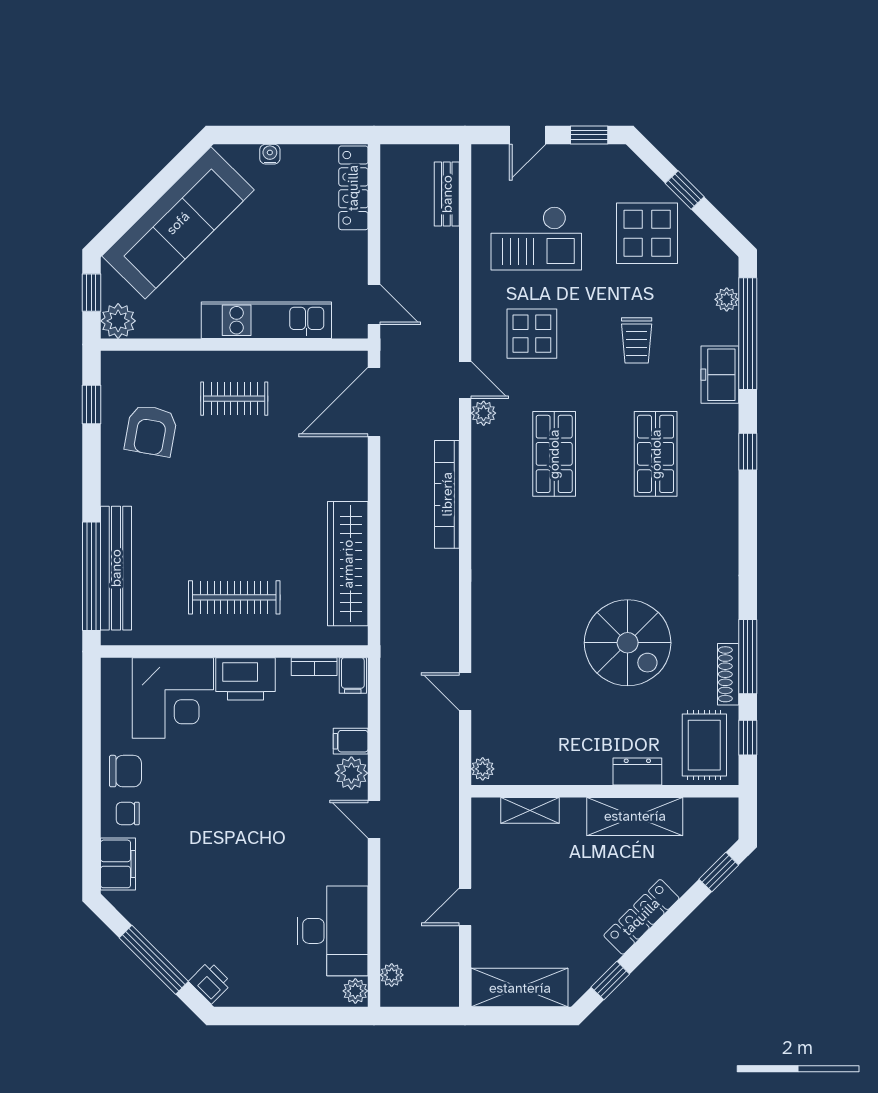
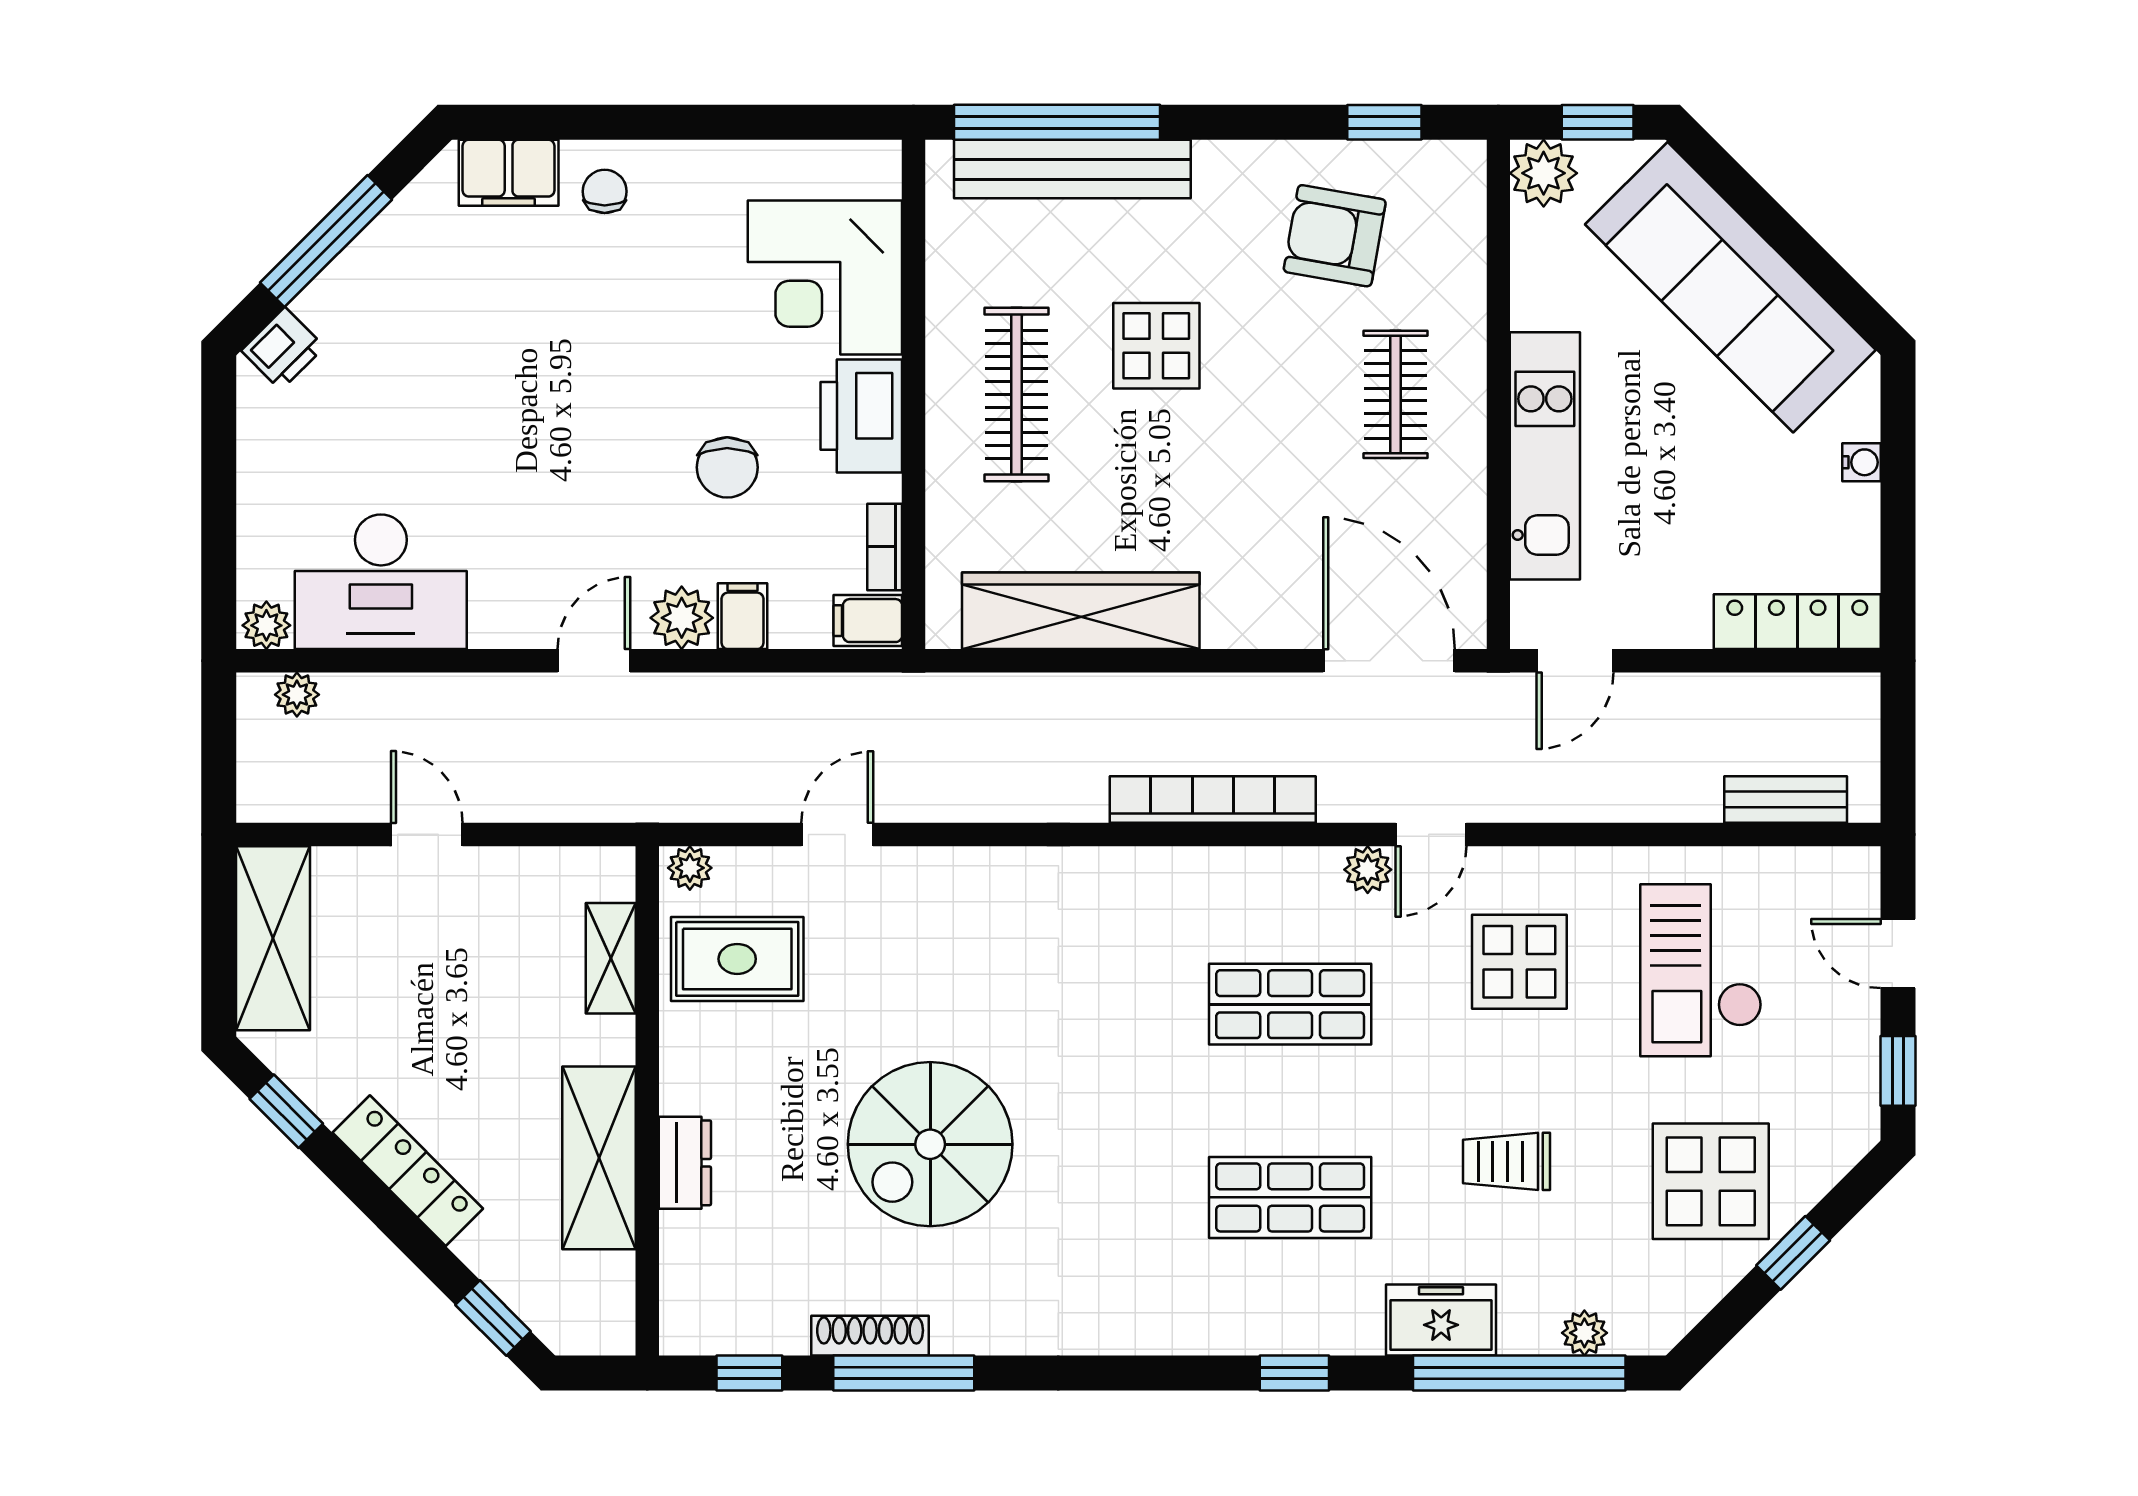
display table: (209, 524) -> (1156, 346), added
rug: (704, 745) -> (737, 959), moved
chair: (125, 771) -> (727, 467), moved

